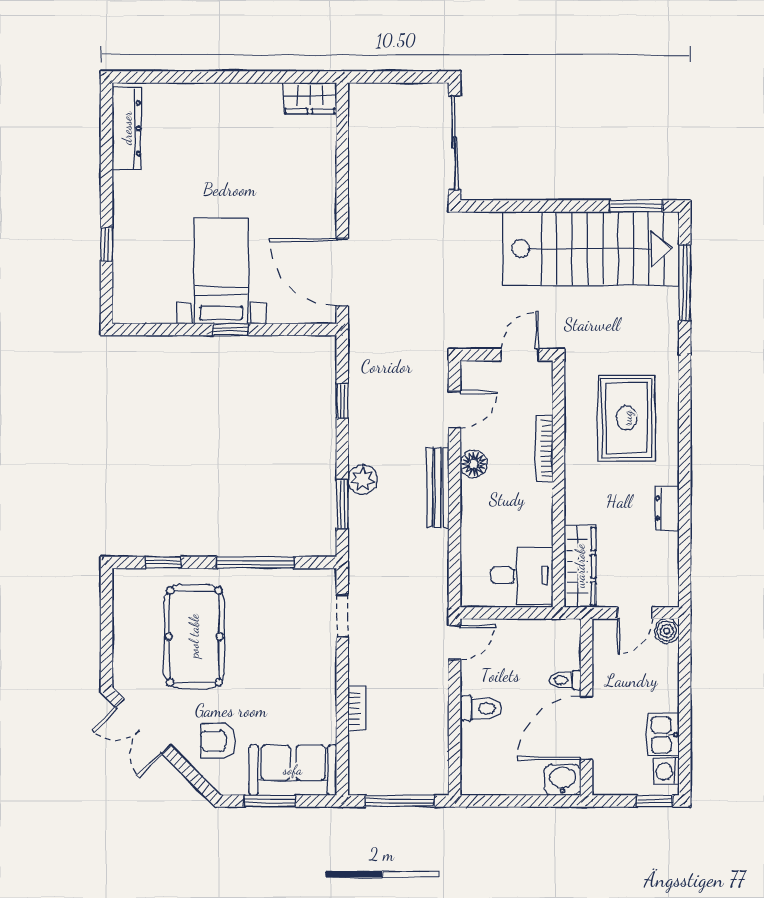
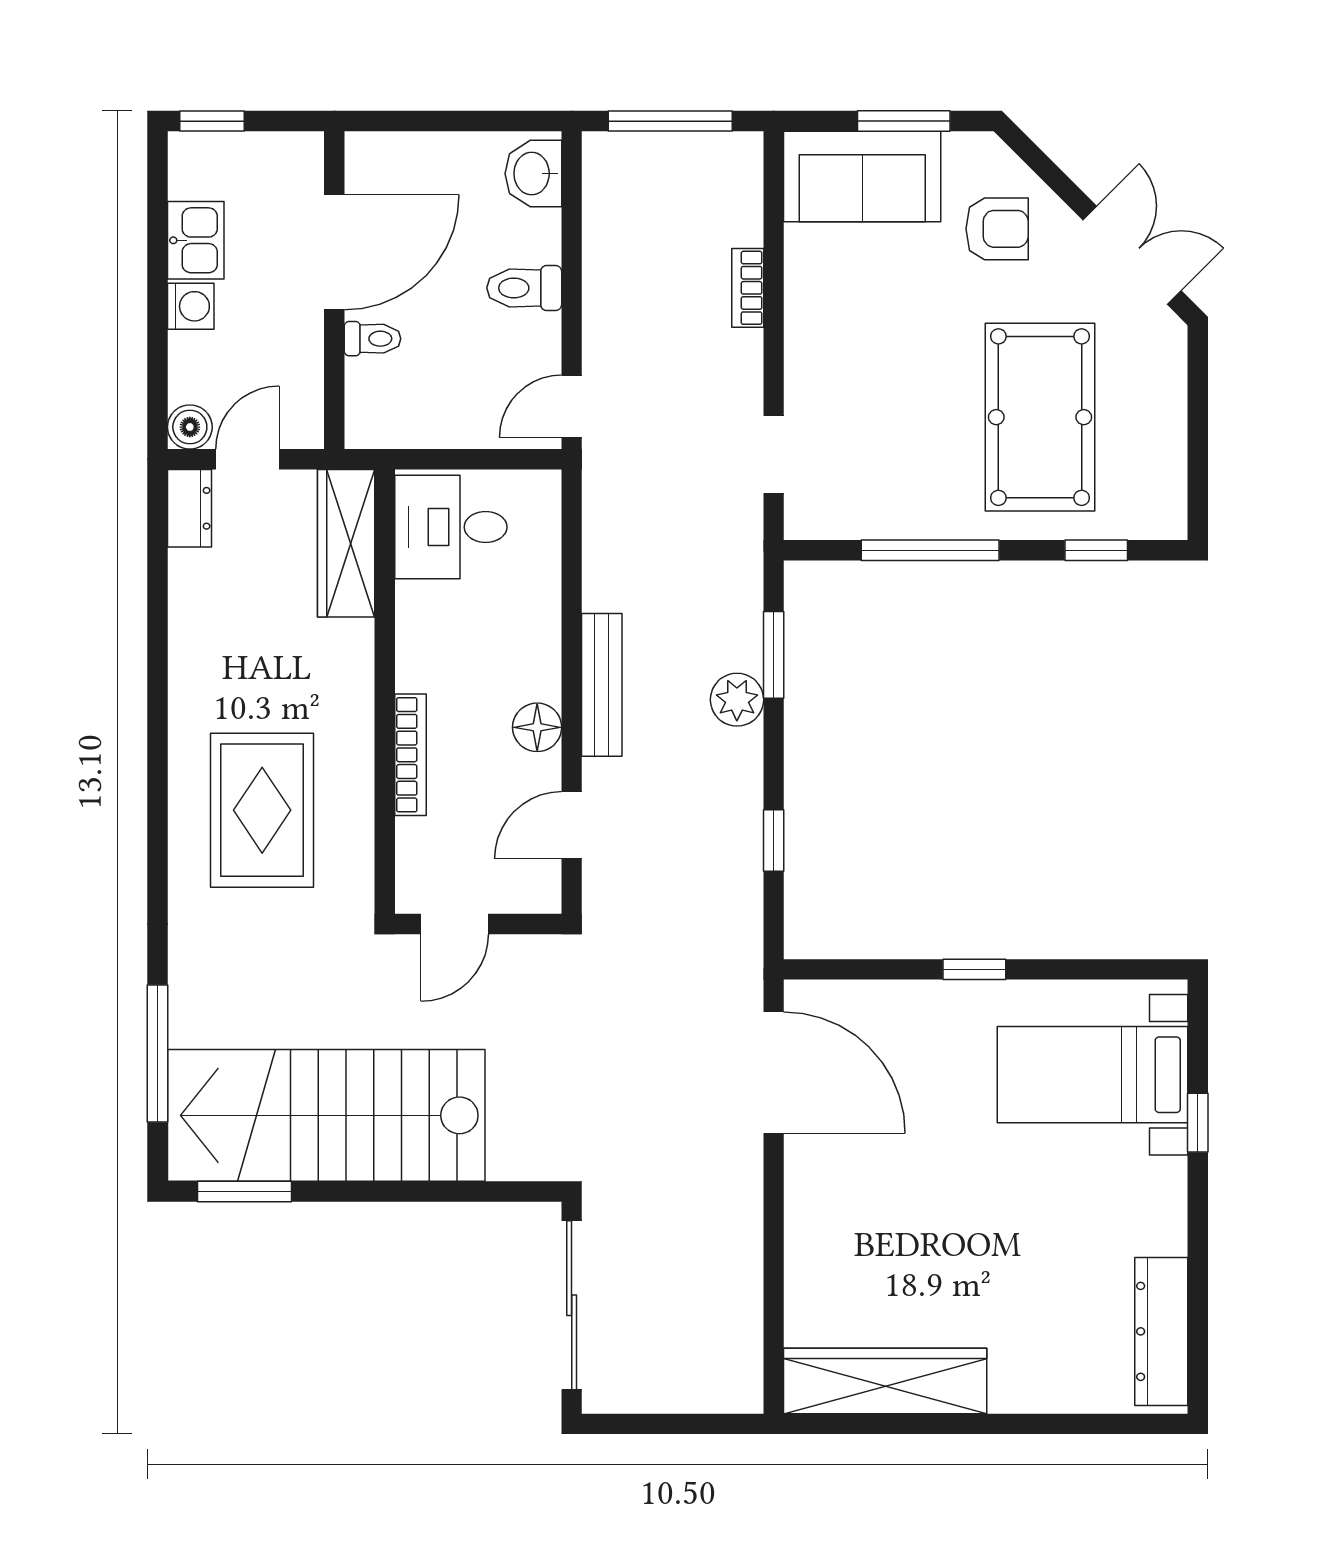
wardrobe: (310, 98) -> (885, 1381), width x2.10, depth x1.17
bed with nightstands: (221, 271) -> (1092, 1075), moved, turned 90
dresser: (667, 508) -> (189, 508), moved
washing machine: (666, 771) -> (191, 306), moved
washbasin: (562, 780) -> (533, 174), moved, turned 90

